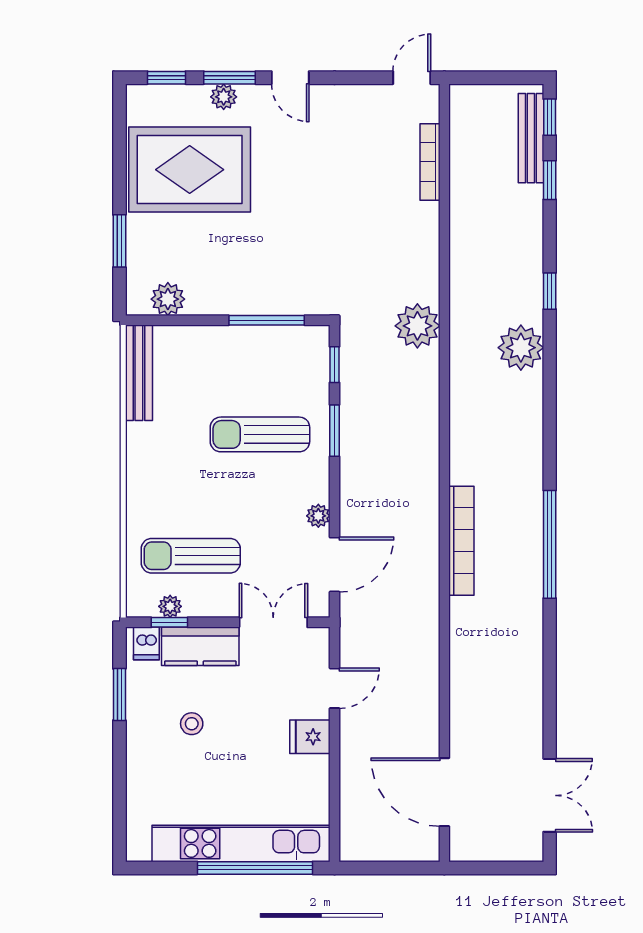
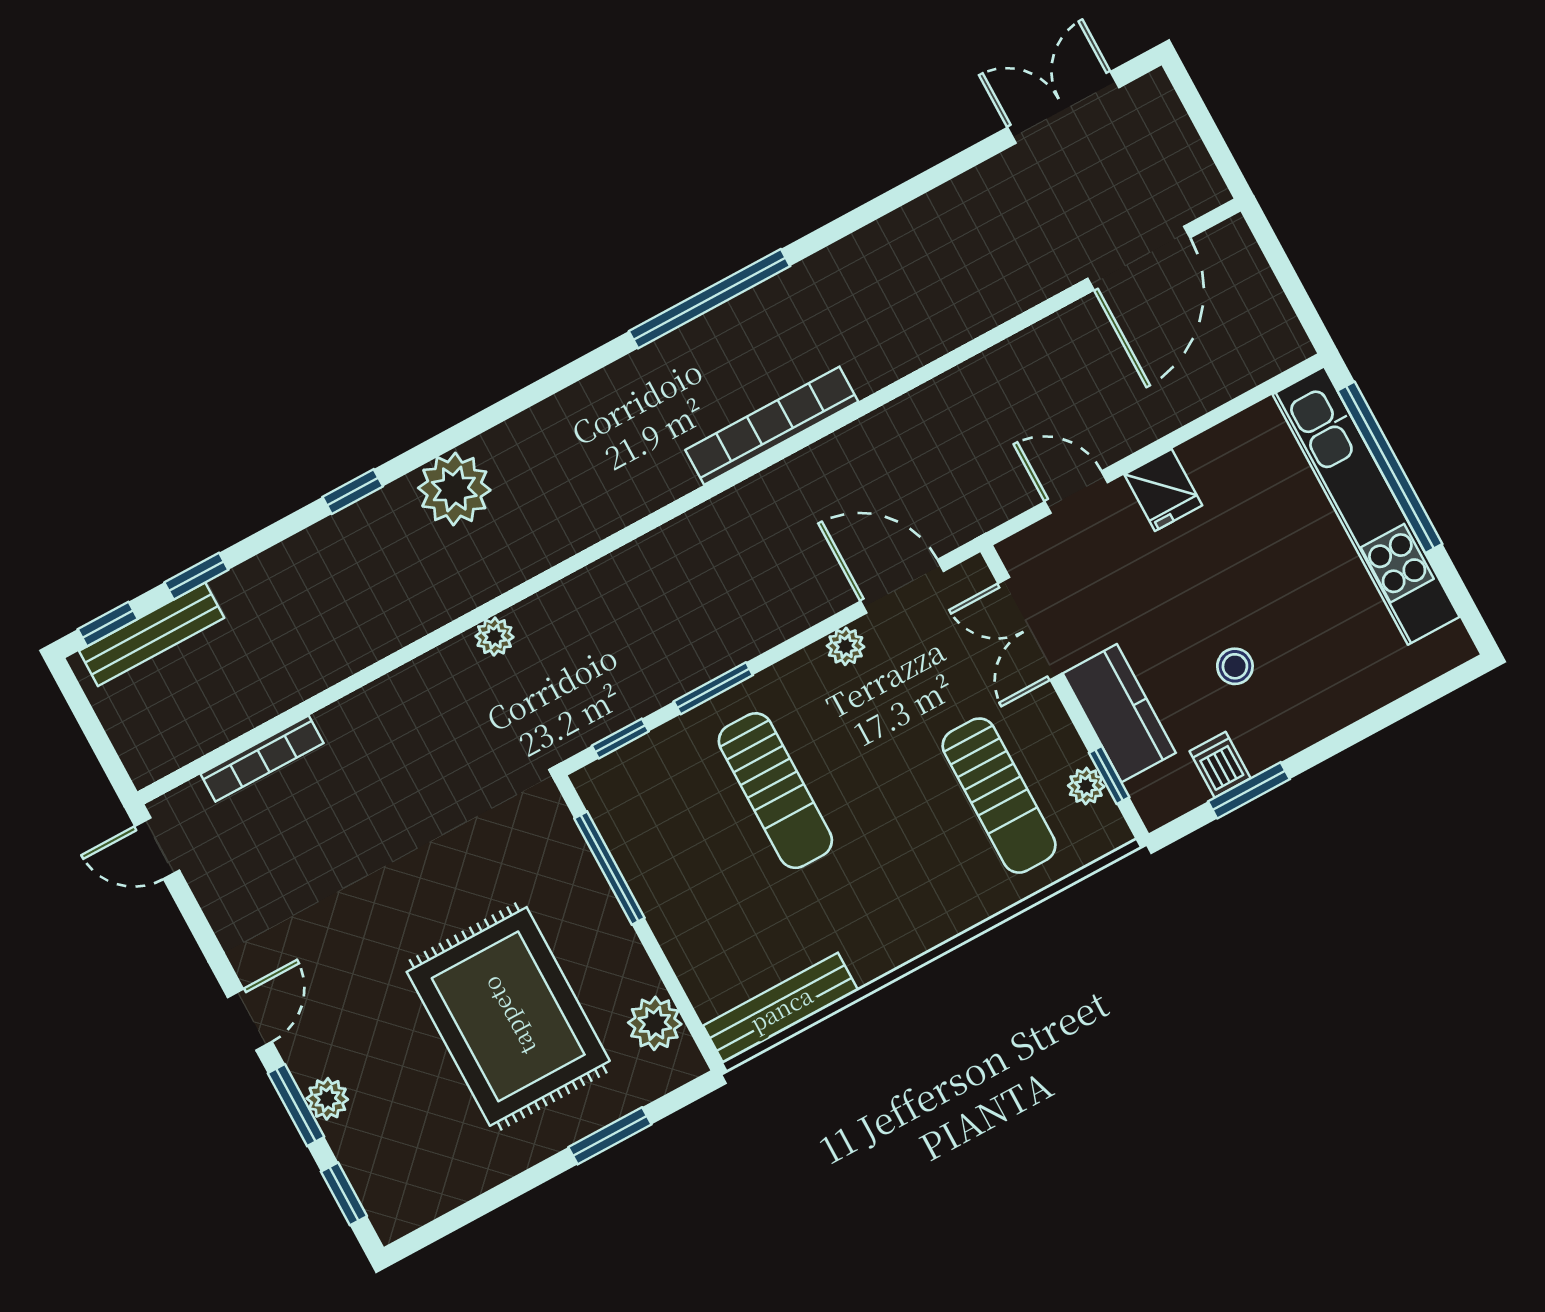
rug: (190, 170) -> (508, 1016), moved
plant: (417, 326) -> (494, 637), width x0.53, depth x0.53
dishwasher: (146, 643) -> (1220, 765), moved, turned -90

